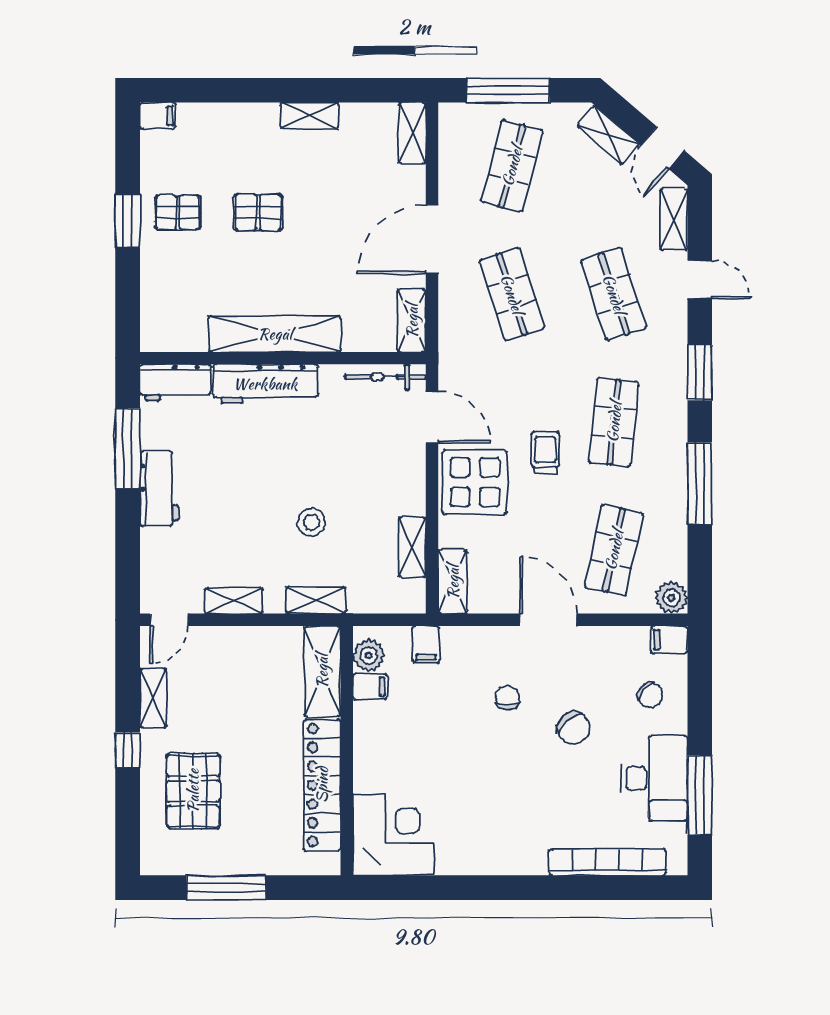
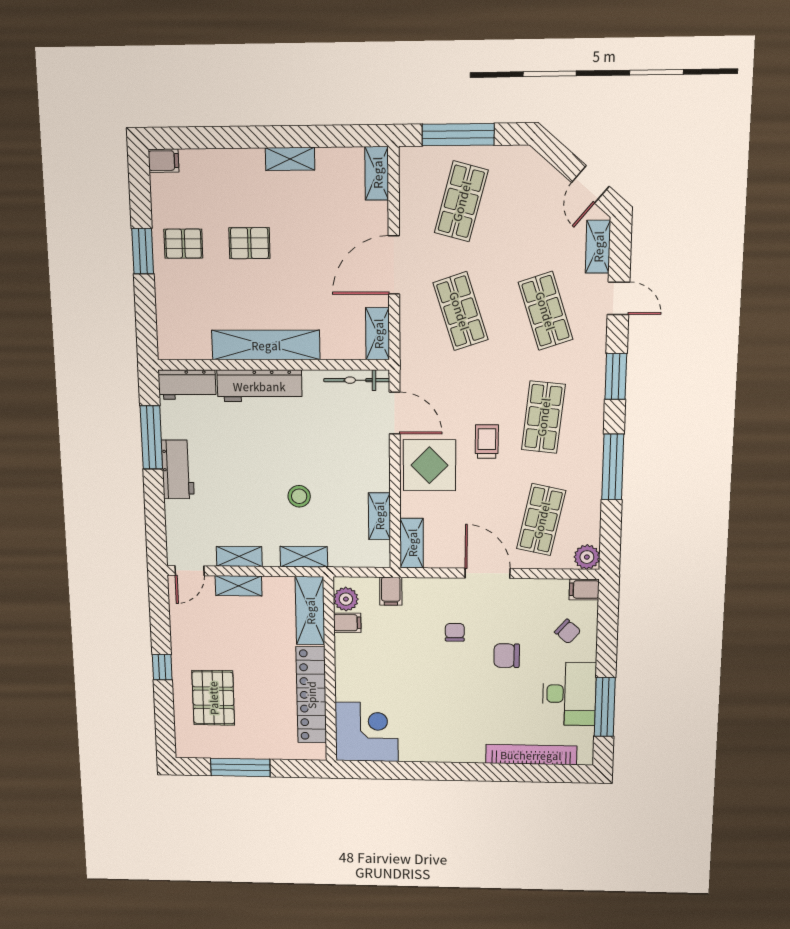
shelving: (608, 135) -> (544, 173), removed
shelving: (153, 698) -> (239, 586), moved, turned 90
chair: (574, 728) -> (507, 656), turned 130

